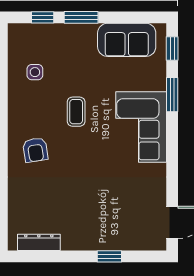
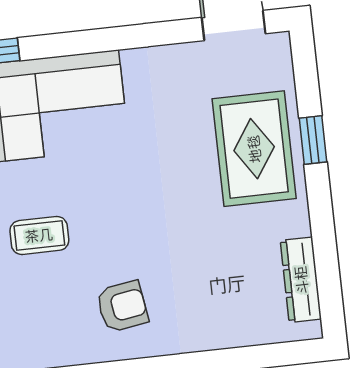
rug: (108, 226) -> (254, 149), added

